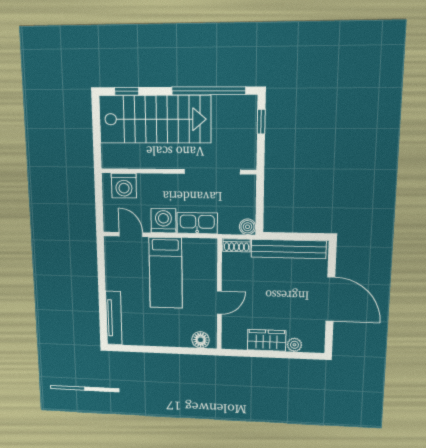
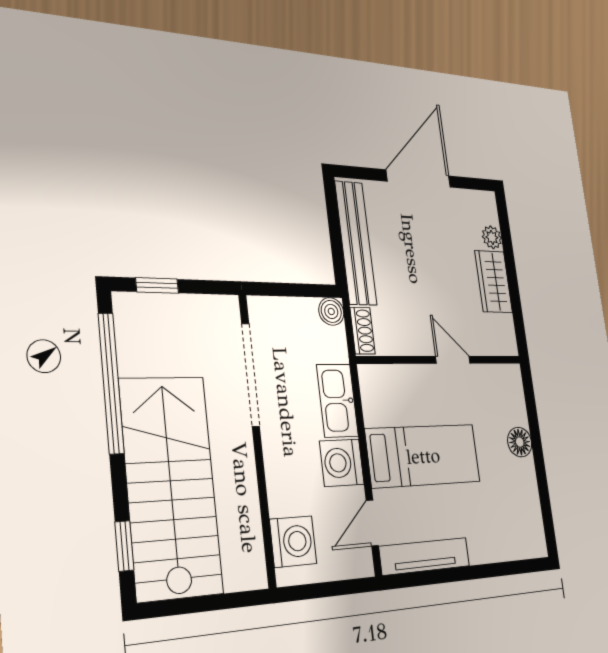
tv unit: (114, 318) -> (425, 556), moved
floor lamp: (200, 340) -> (520, 442), moved

